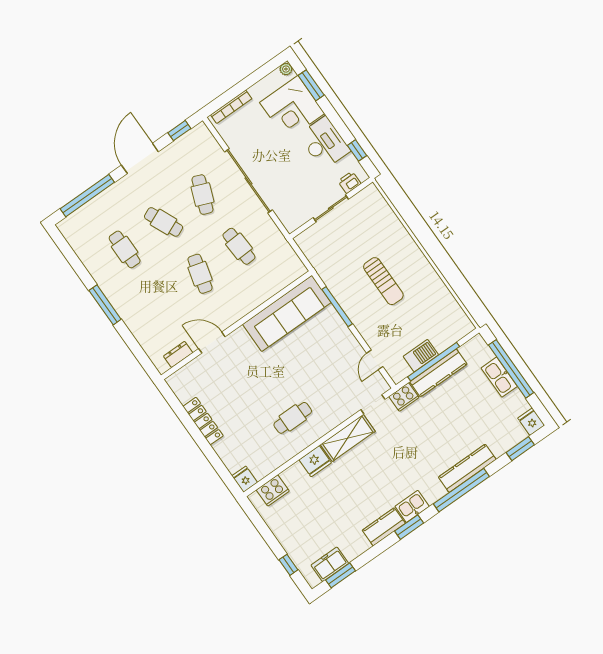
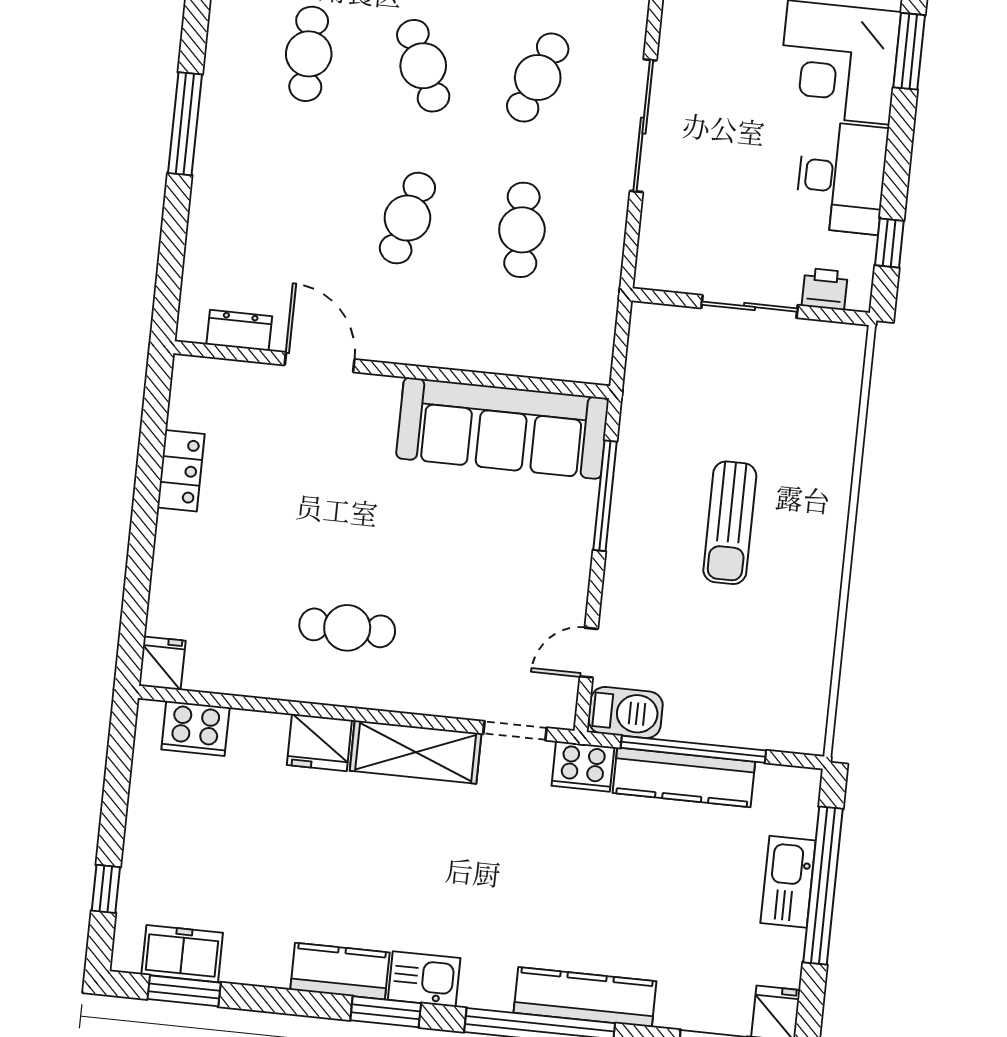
sliding door: (248, 181) -> (643, 126), width x0.73
barbecue: (421, 356) -> (626, 713), moved
locker: (203, 421) -> (181, 471), width x0.66

